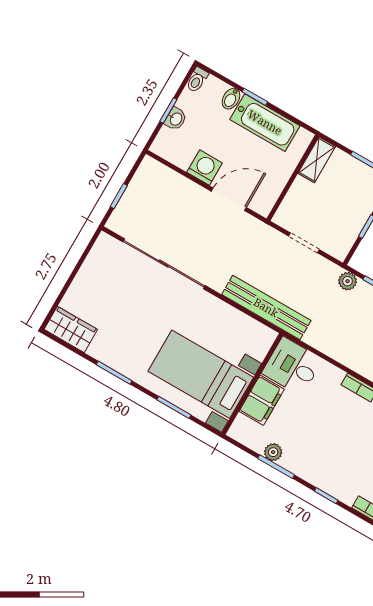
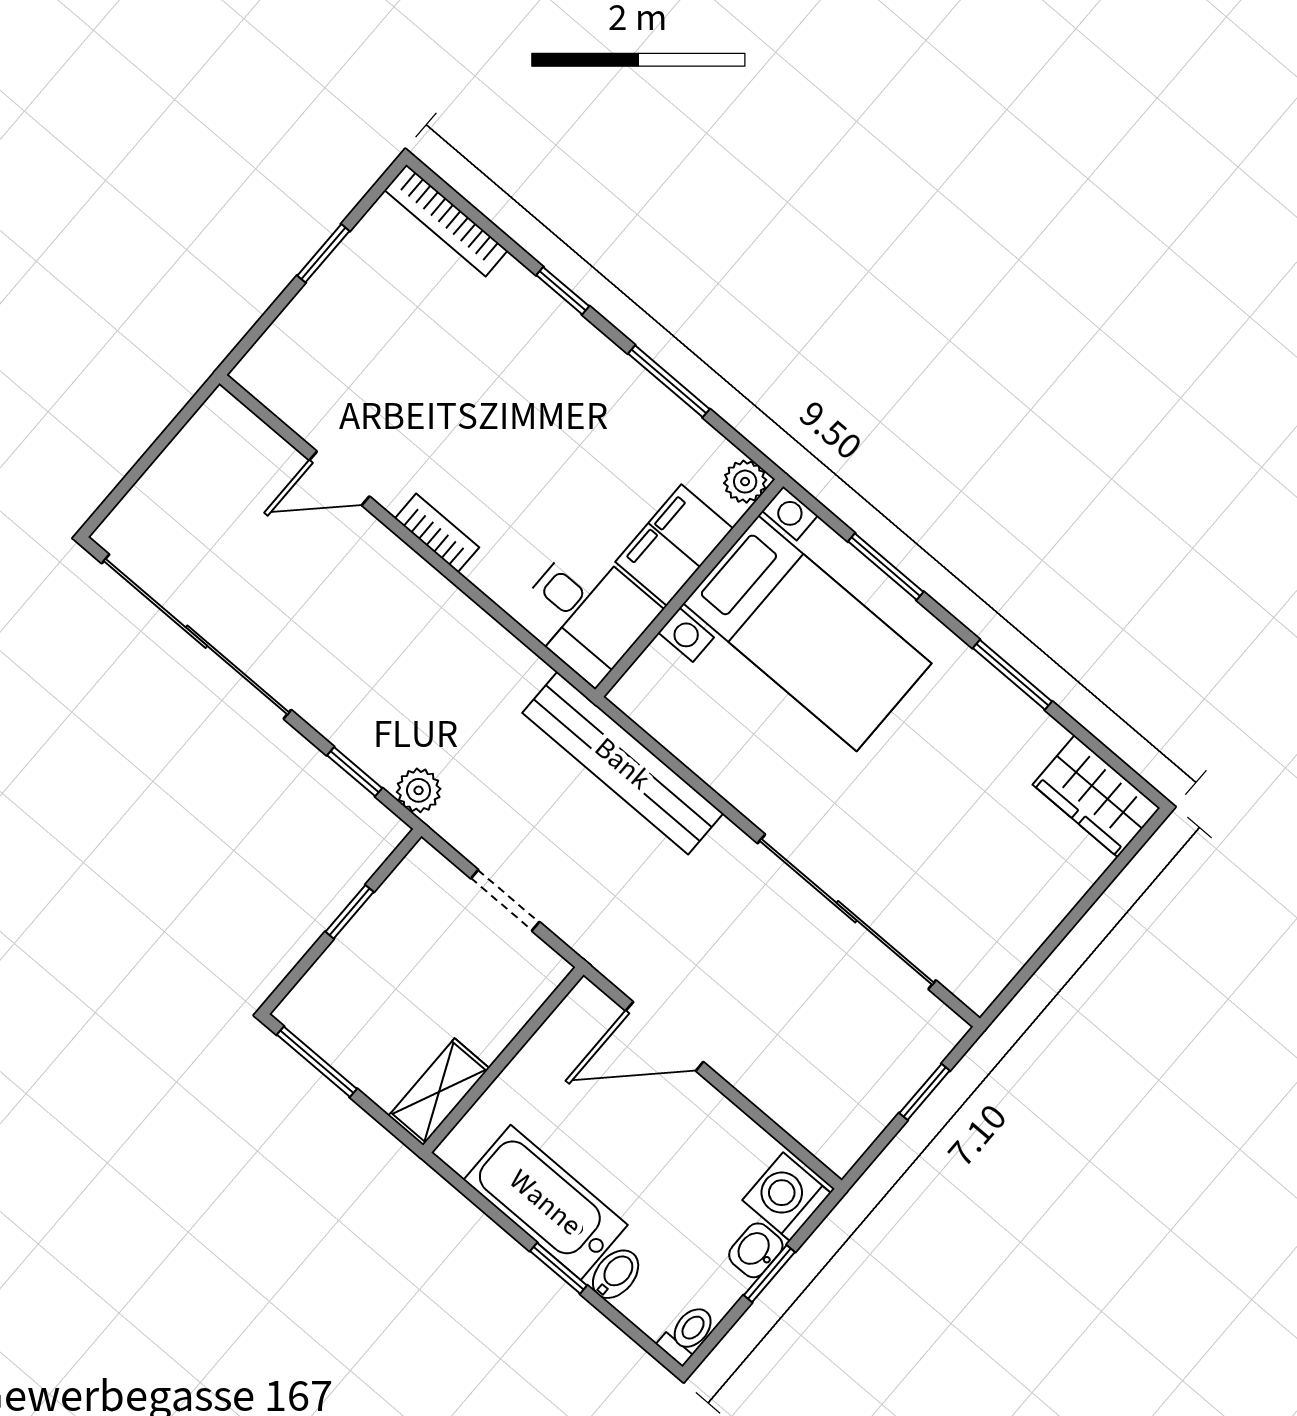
washing machine: (205, 168) -> (787, 1197), moved, turned 90
plant: (273, 452) -> (745, 482), moved

